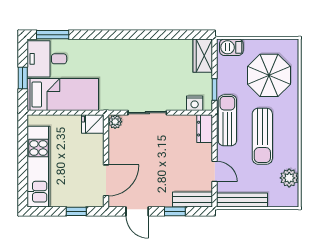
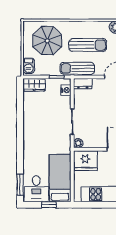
fridge: (93, 124) -> (85, 161), width x1.88, depth x1.34

